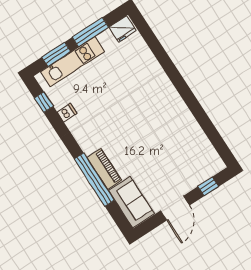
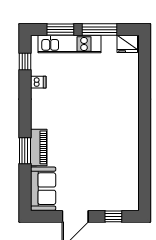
window: (94, 180) -> (25, 151), width x0.47

